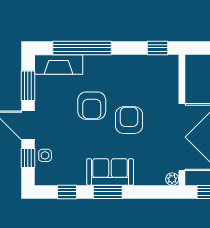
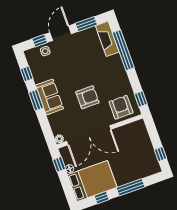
armchair: (92, 106) -> (121, 107), moved, turned 90

